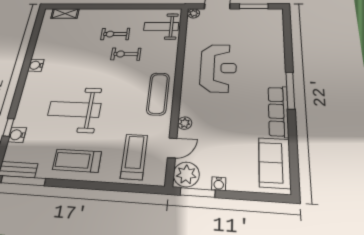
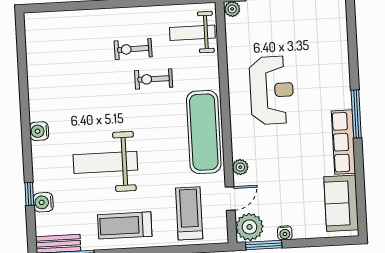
shelving: (65, 14) -> (55, 19), removed
water cooler: (36, 65) -> (39, 131), moved
exercise mat: (158, 94) -> (204, 132), width x1.36, depth x1.45

